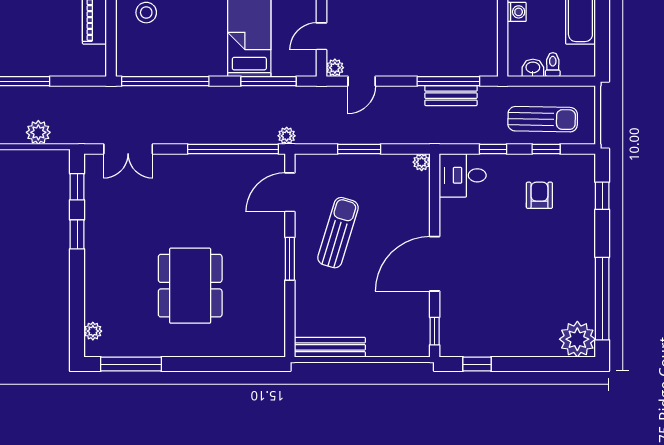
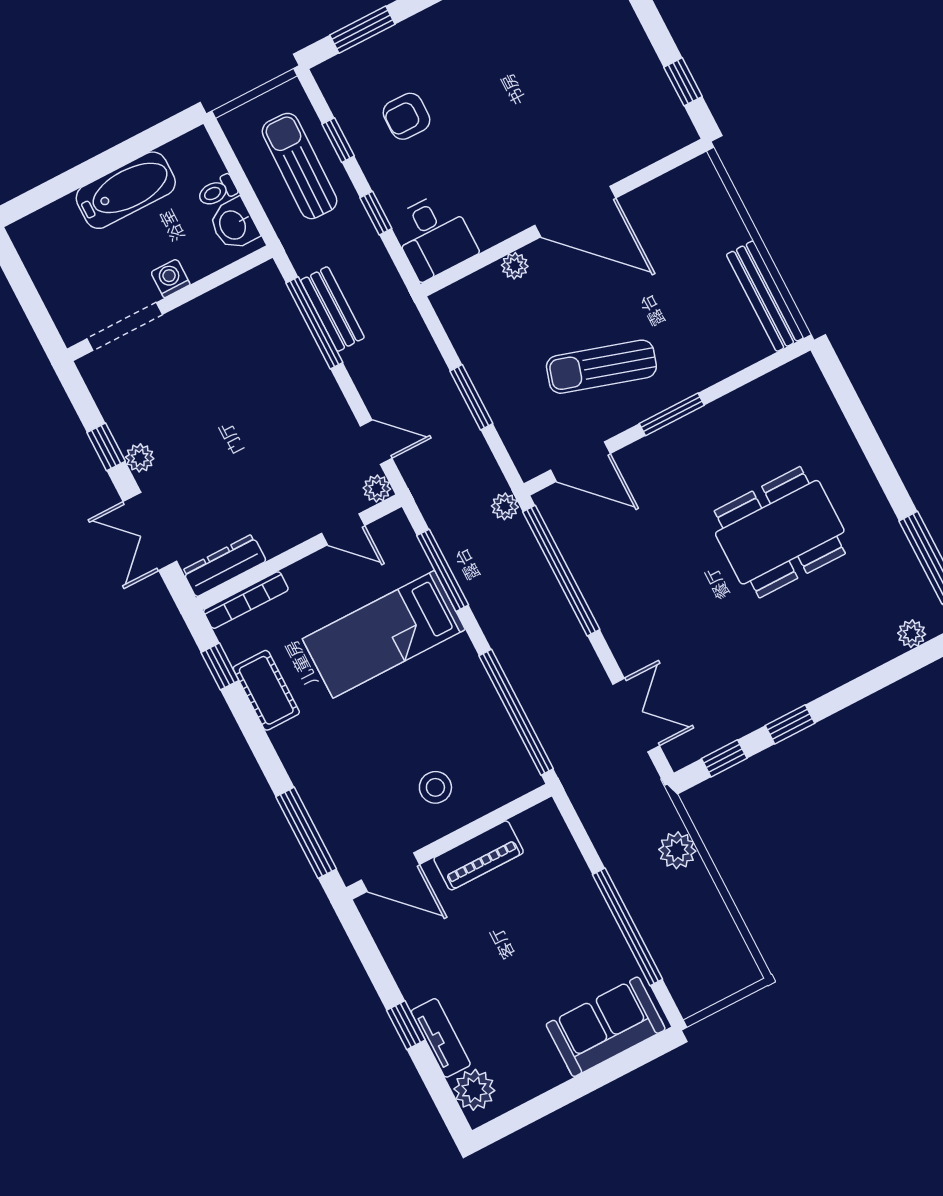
washbasin: (533, 68) -> (234, 225), width x1.38, depth x1.45
plant: (422, 162) -> (515, 266), moved
window: (602, 196) -> (362, 30), width x1.50
window: (435, 331) -> (668, 163), removed

